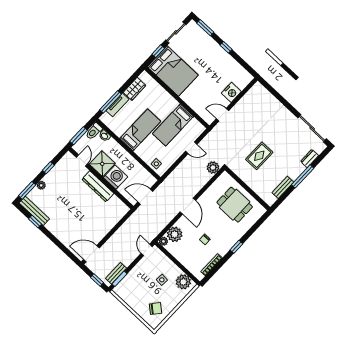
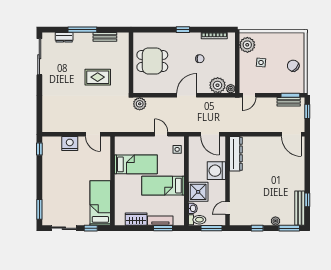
window: (226, 47) -> (39, 149), moved
bed: (173, 71) -> (100, 203), width x0.67
window: (110, 102) -> (163, 228), width x0.69
door: (191, 148) -> (161, 134), moved
shower: (102, 164) -> (198, 192), moved
dresser: (98, 186) -> (236, 154), moved
dining table: (235, 205) -> (152, 61), turned 90
chair: (155, 309) -> (293, 66), moved

